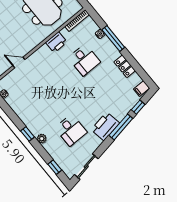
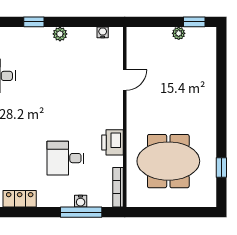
window: (113, 38) -> (81, 212), moved
plant: (42, 139) -> (60, 34), moved

